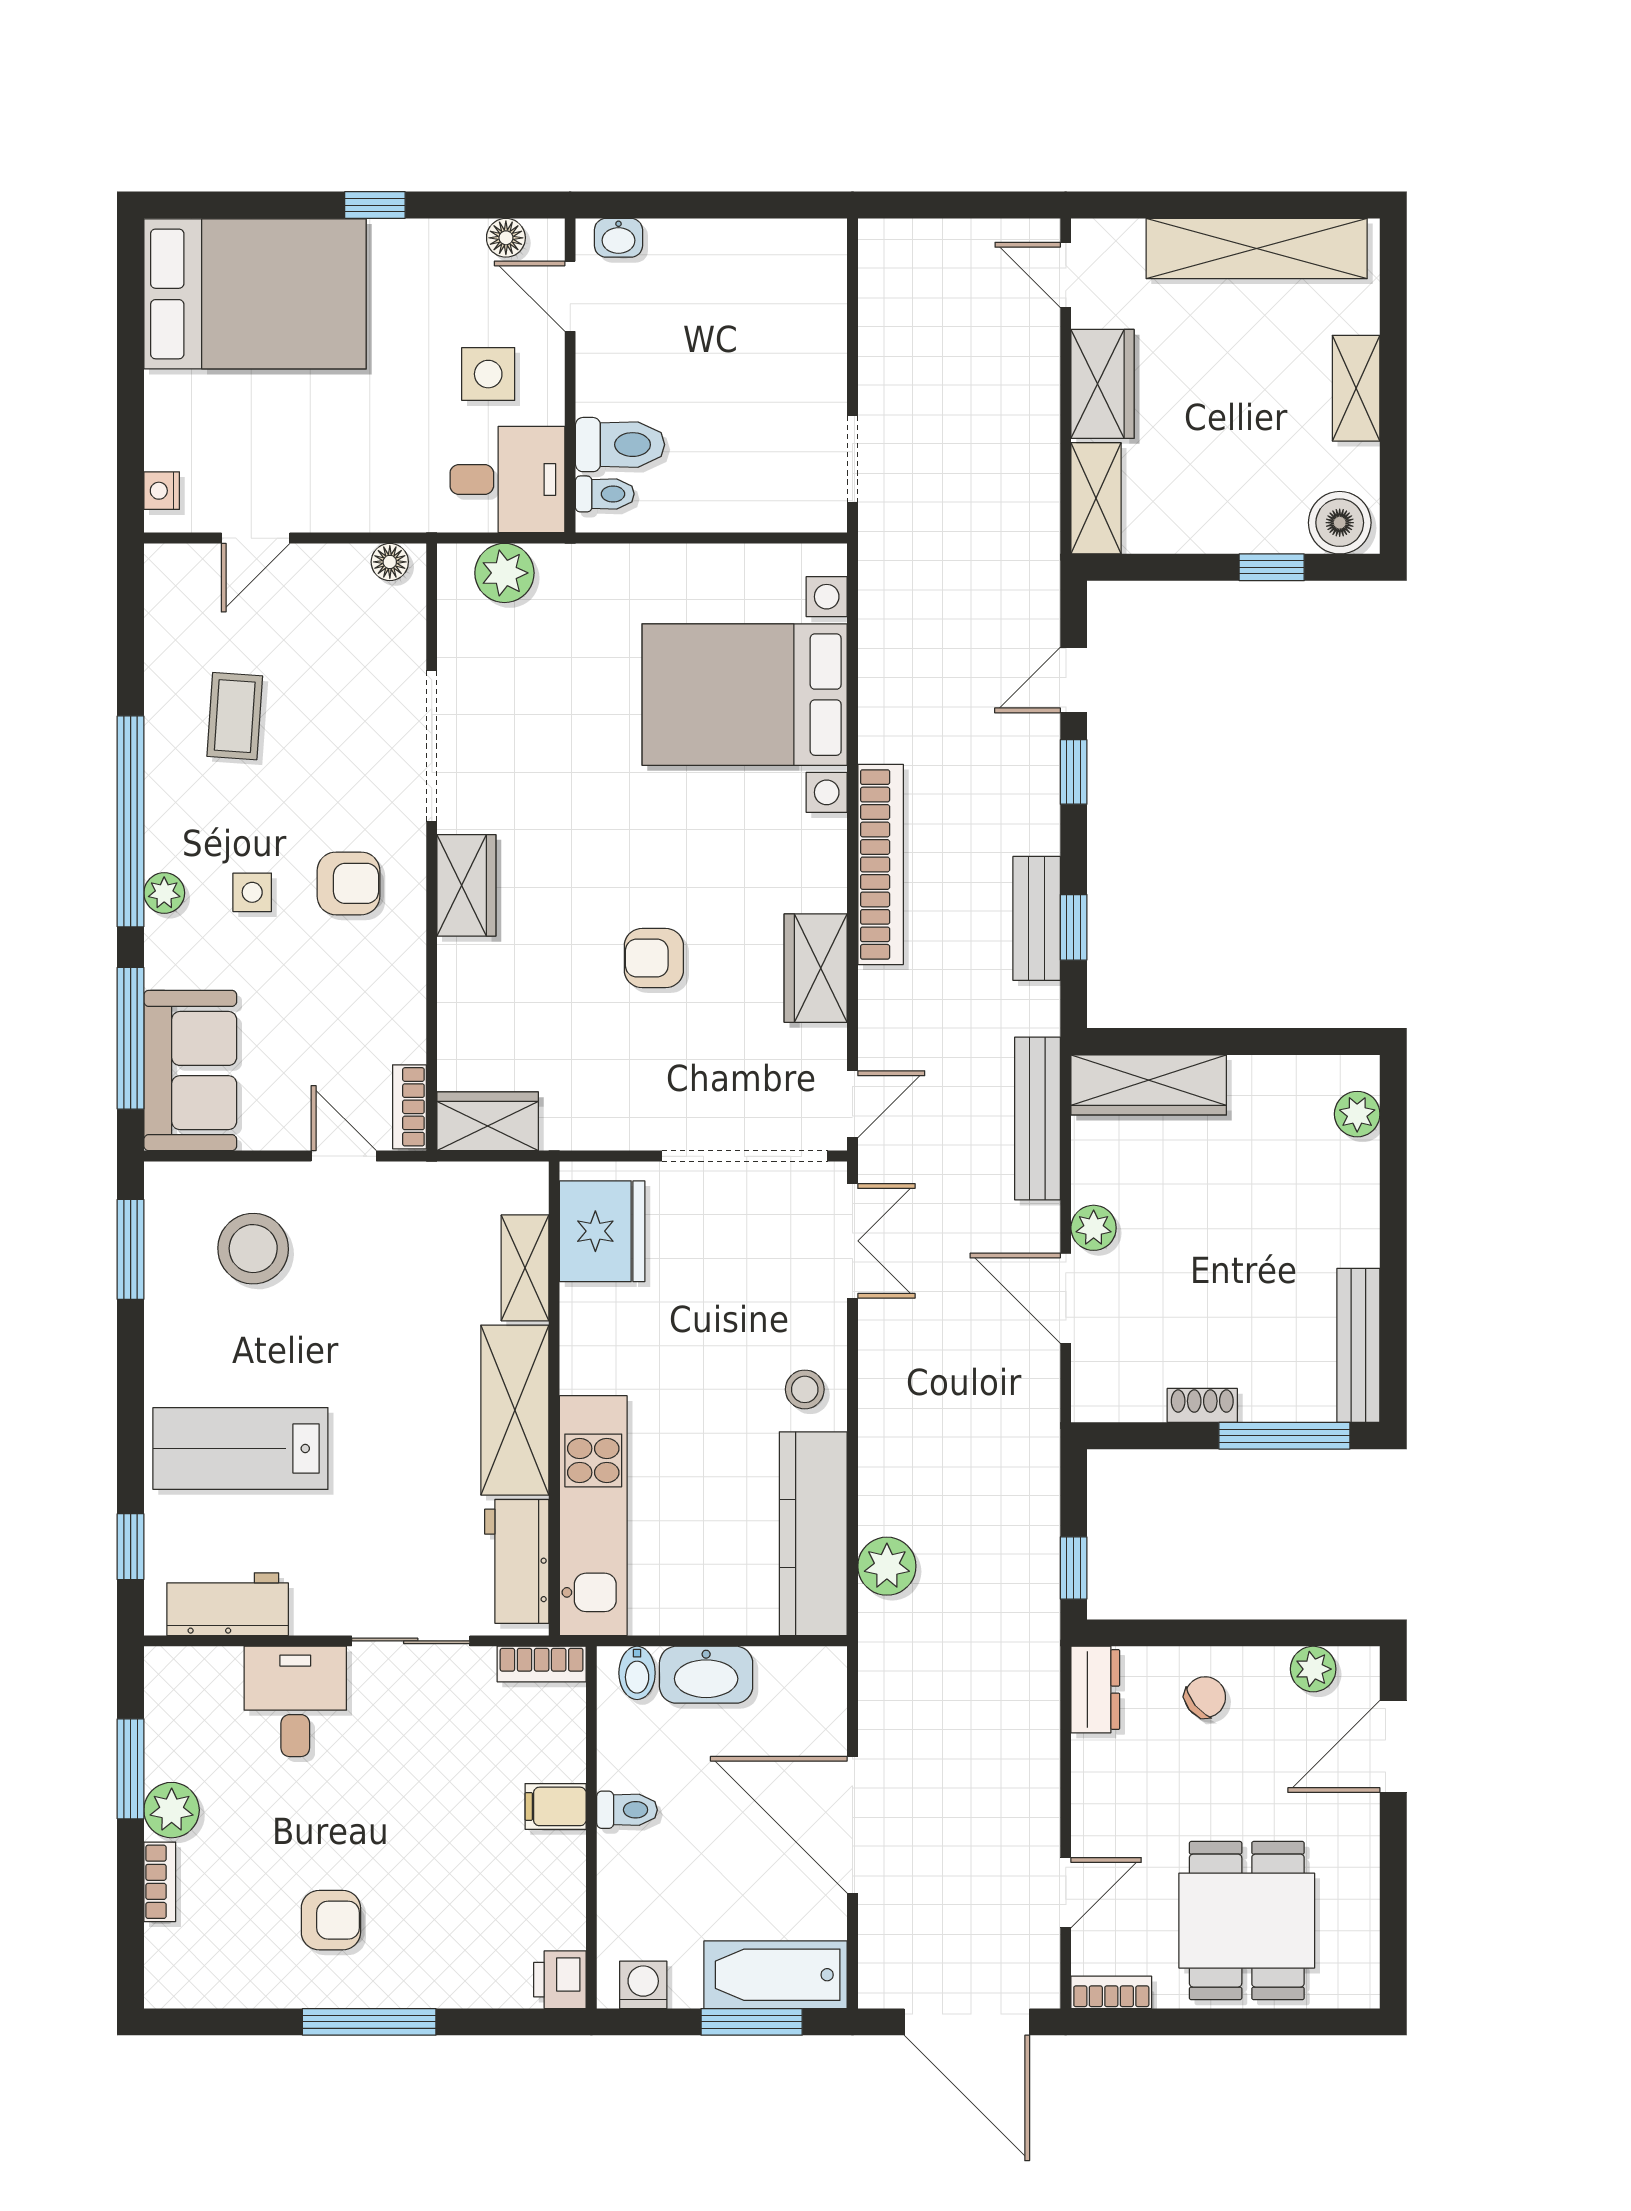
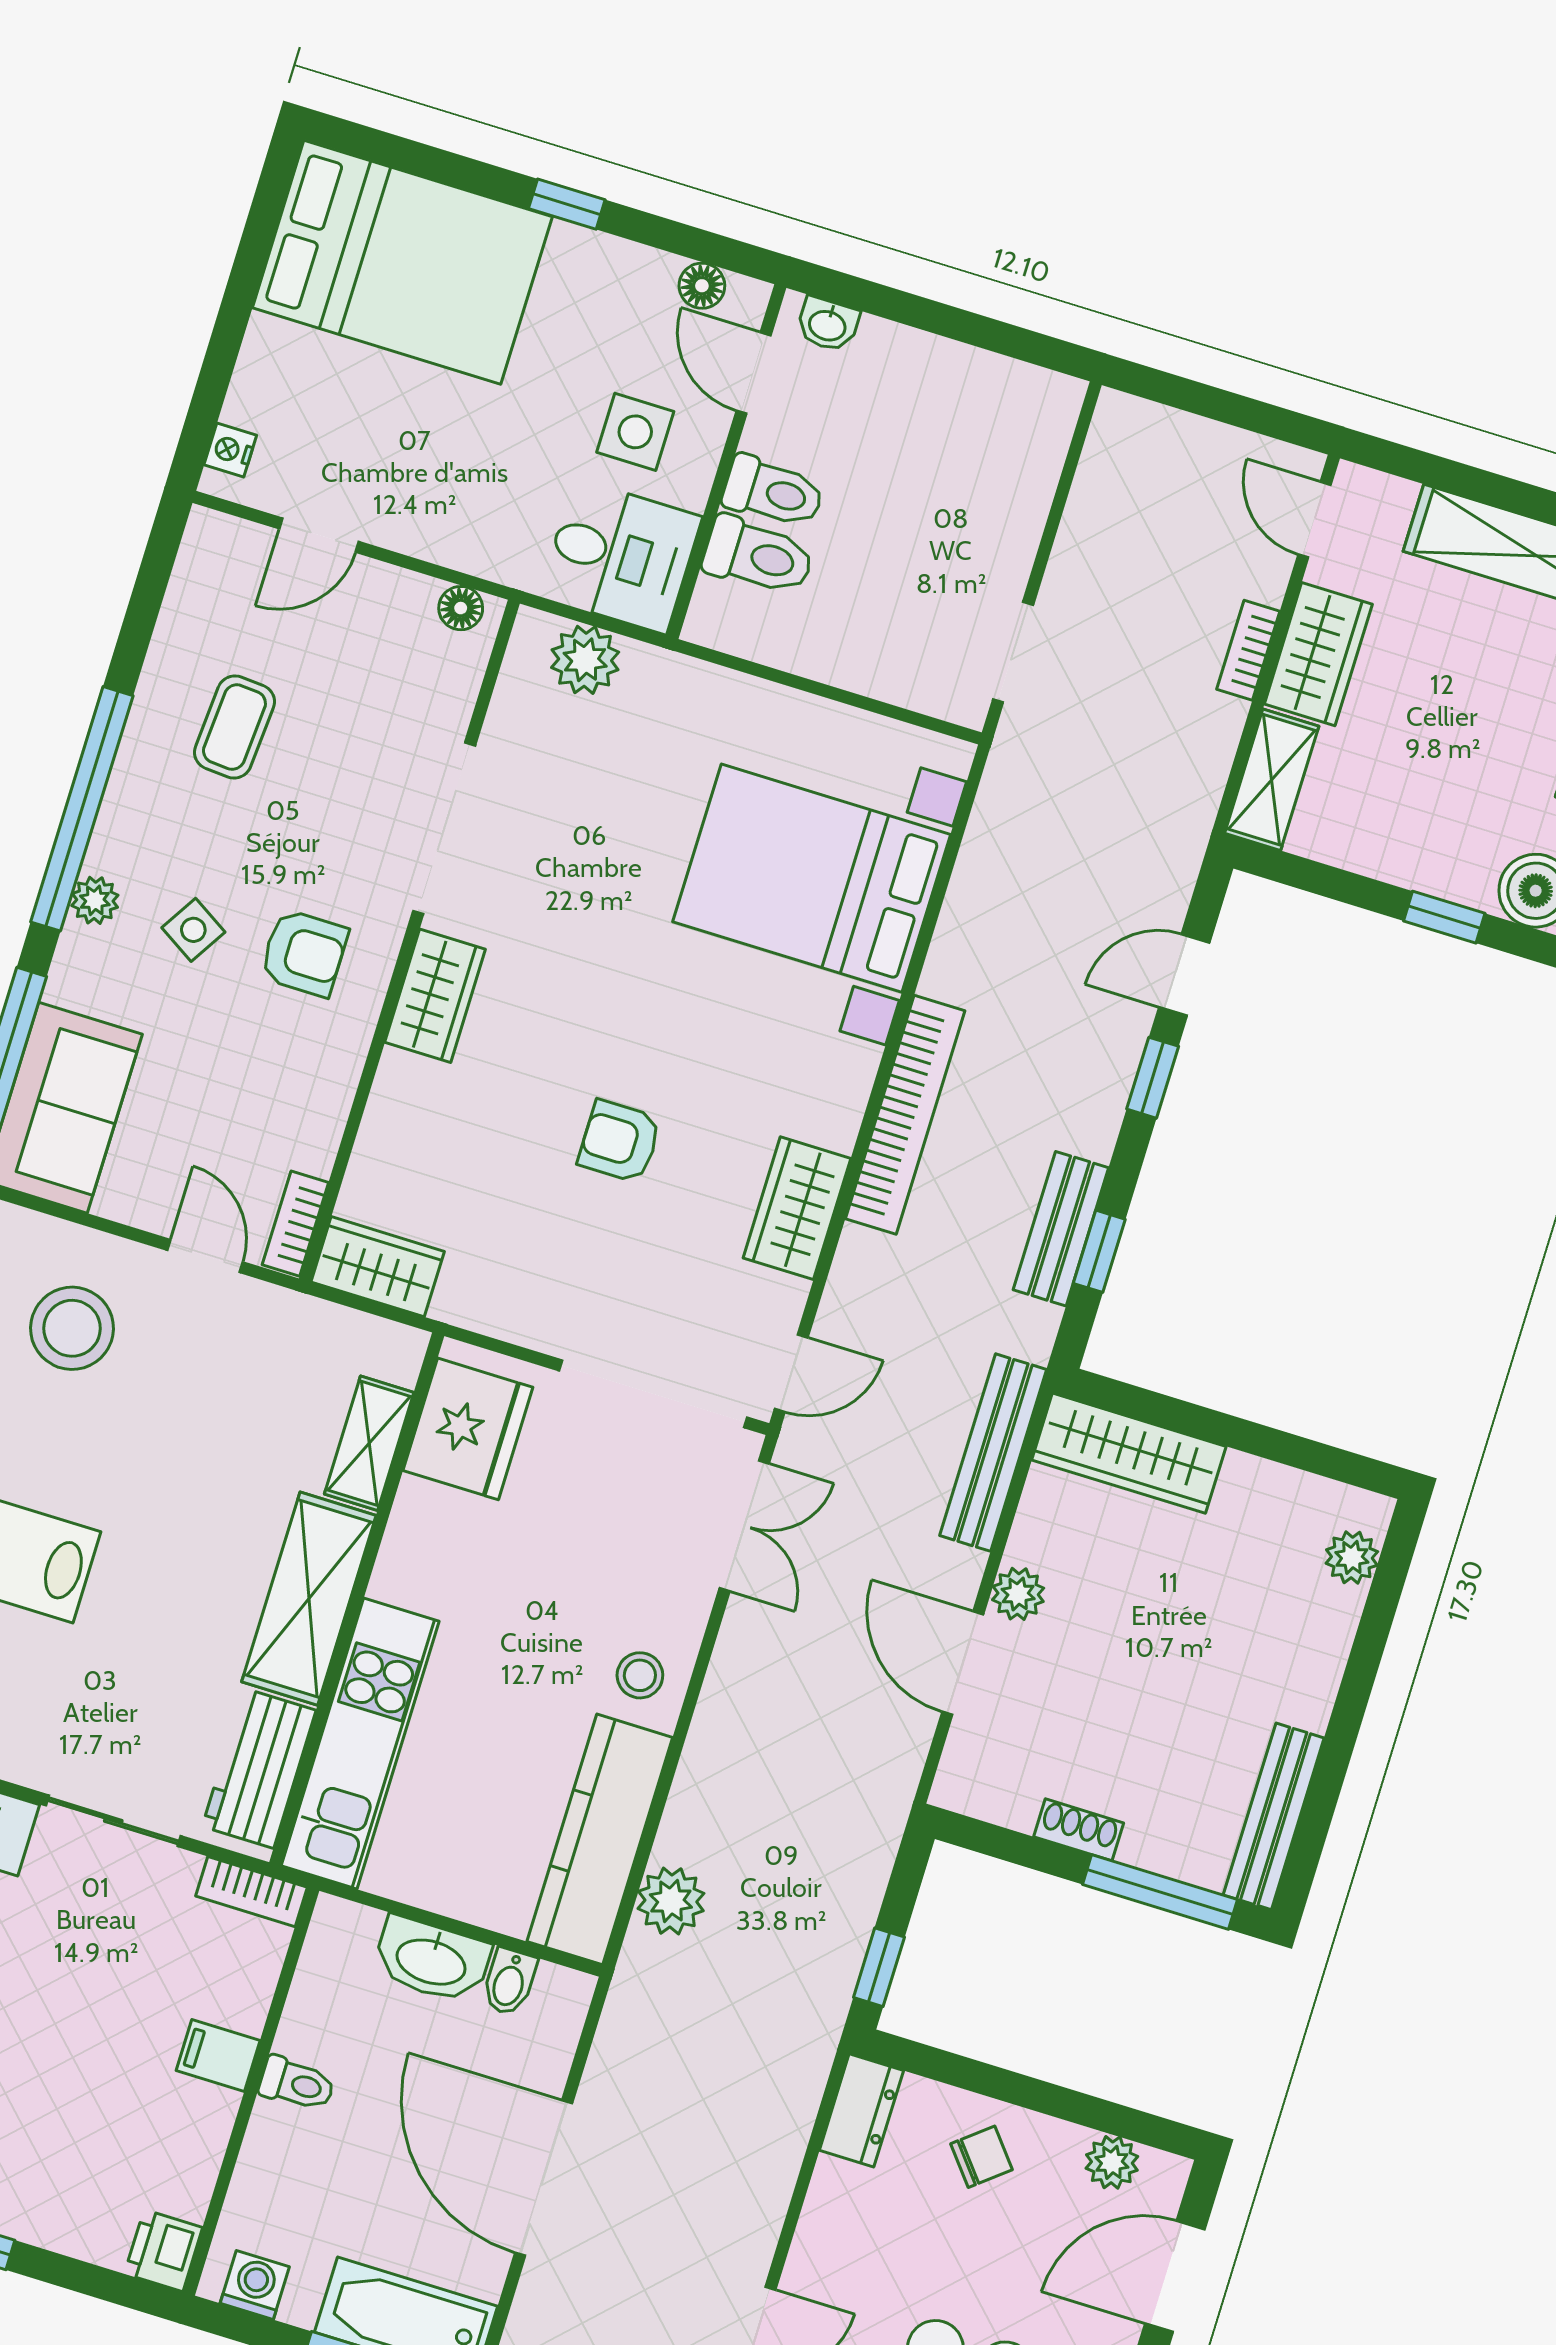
bookcase: (1044, 398) -> (1248, 650), added
toilet: (605, 494) -> (773, 492), moved, width x1.37, depth x1.39
side table: (252, 892) -> (193, 930), turned 32
bidet: (637, 1673) -> (509, 1982), moved

